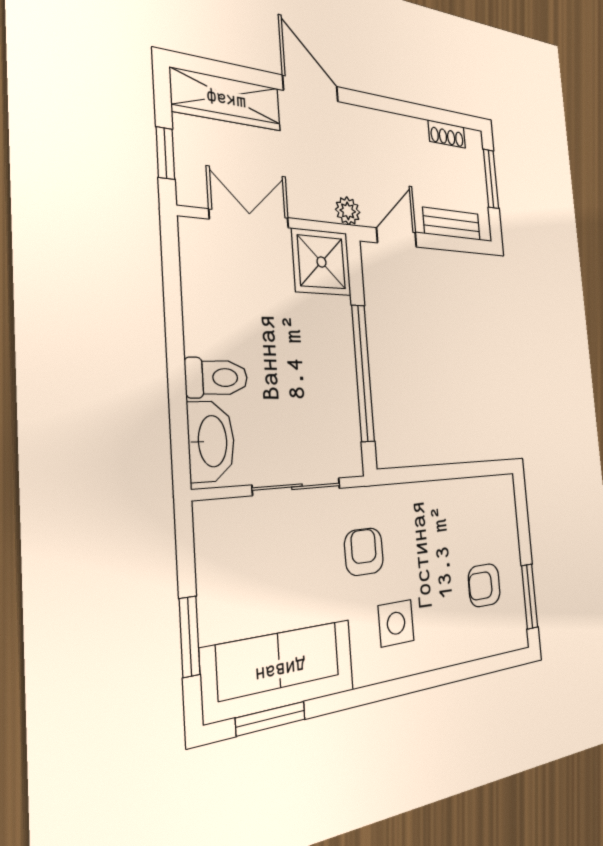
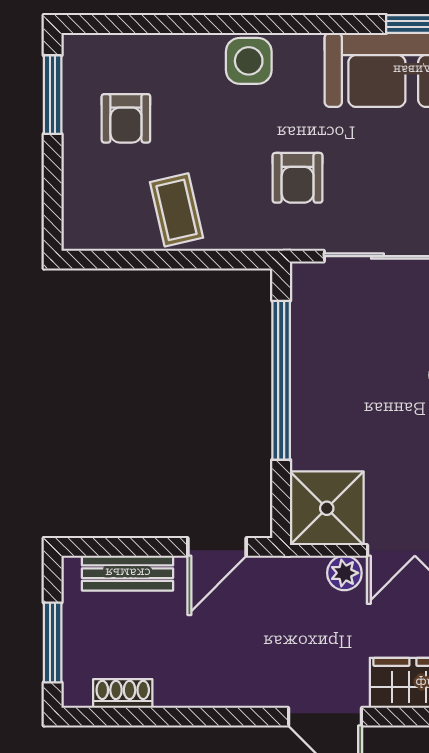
plant: (348, 211) -> (344, 573), moved
coffee table: (446, 513) -> (177, 210), added
armchair: (484, 585) -> (126, 118), turned 90
side table: (396, 623) -> (249, 61), moved

